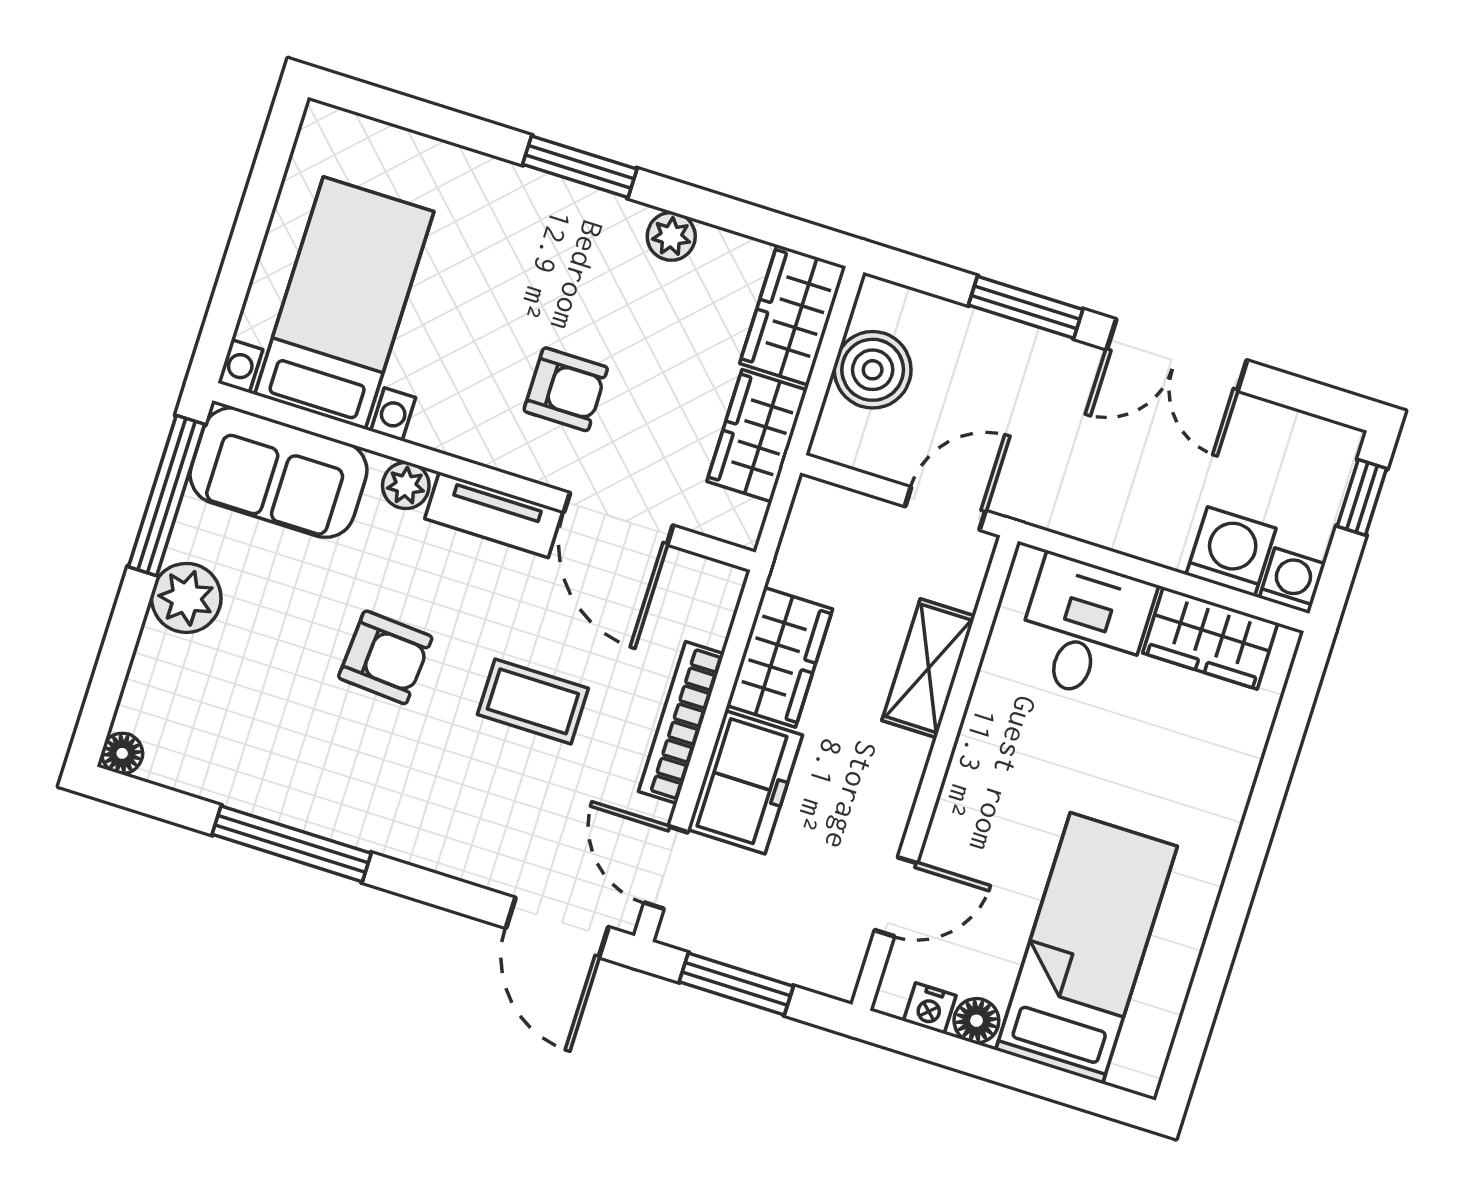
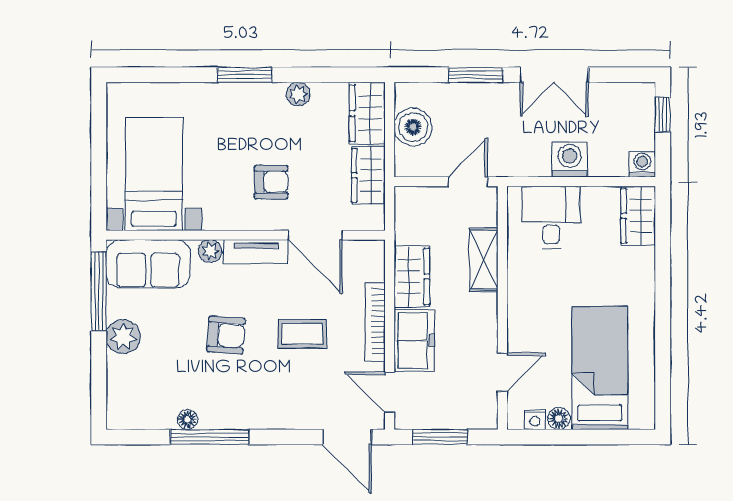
washing machine: (1231, 552) -> (569, 159), moved
wardrobe: (1210, 638) -> (638, 216), moved, turned 90
floor lamp: (122, 753) -> (187, 420), moved

